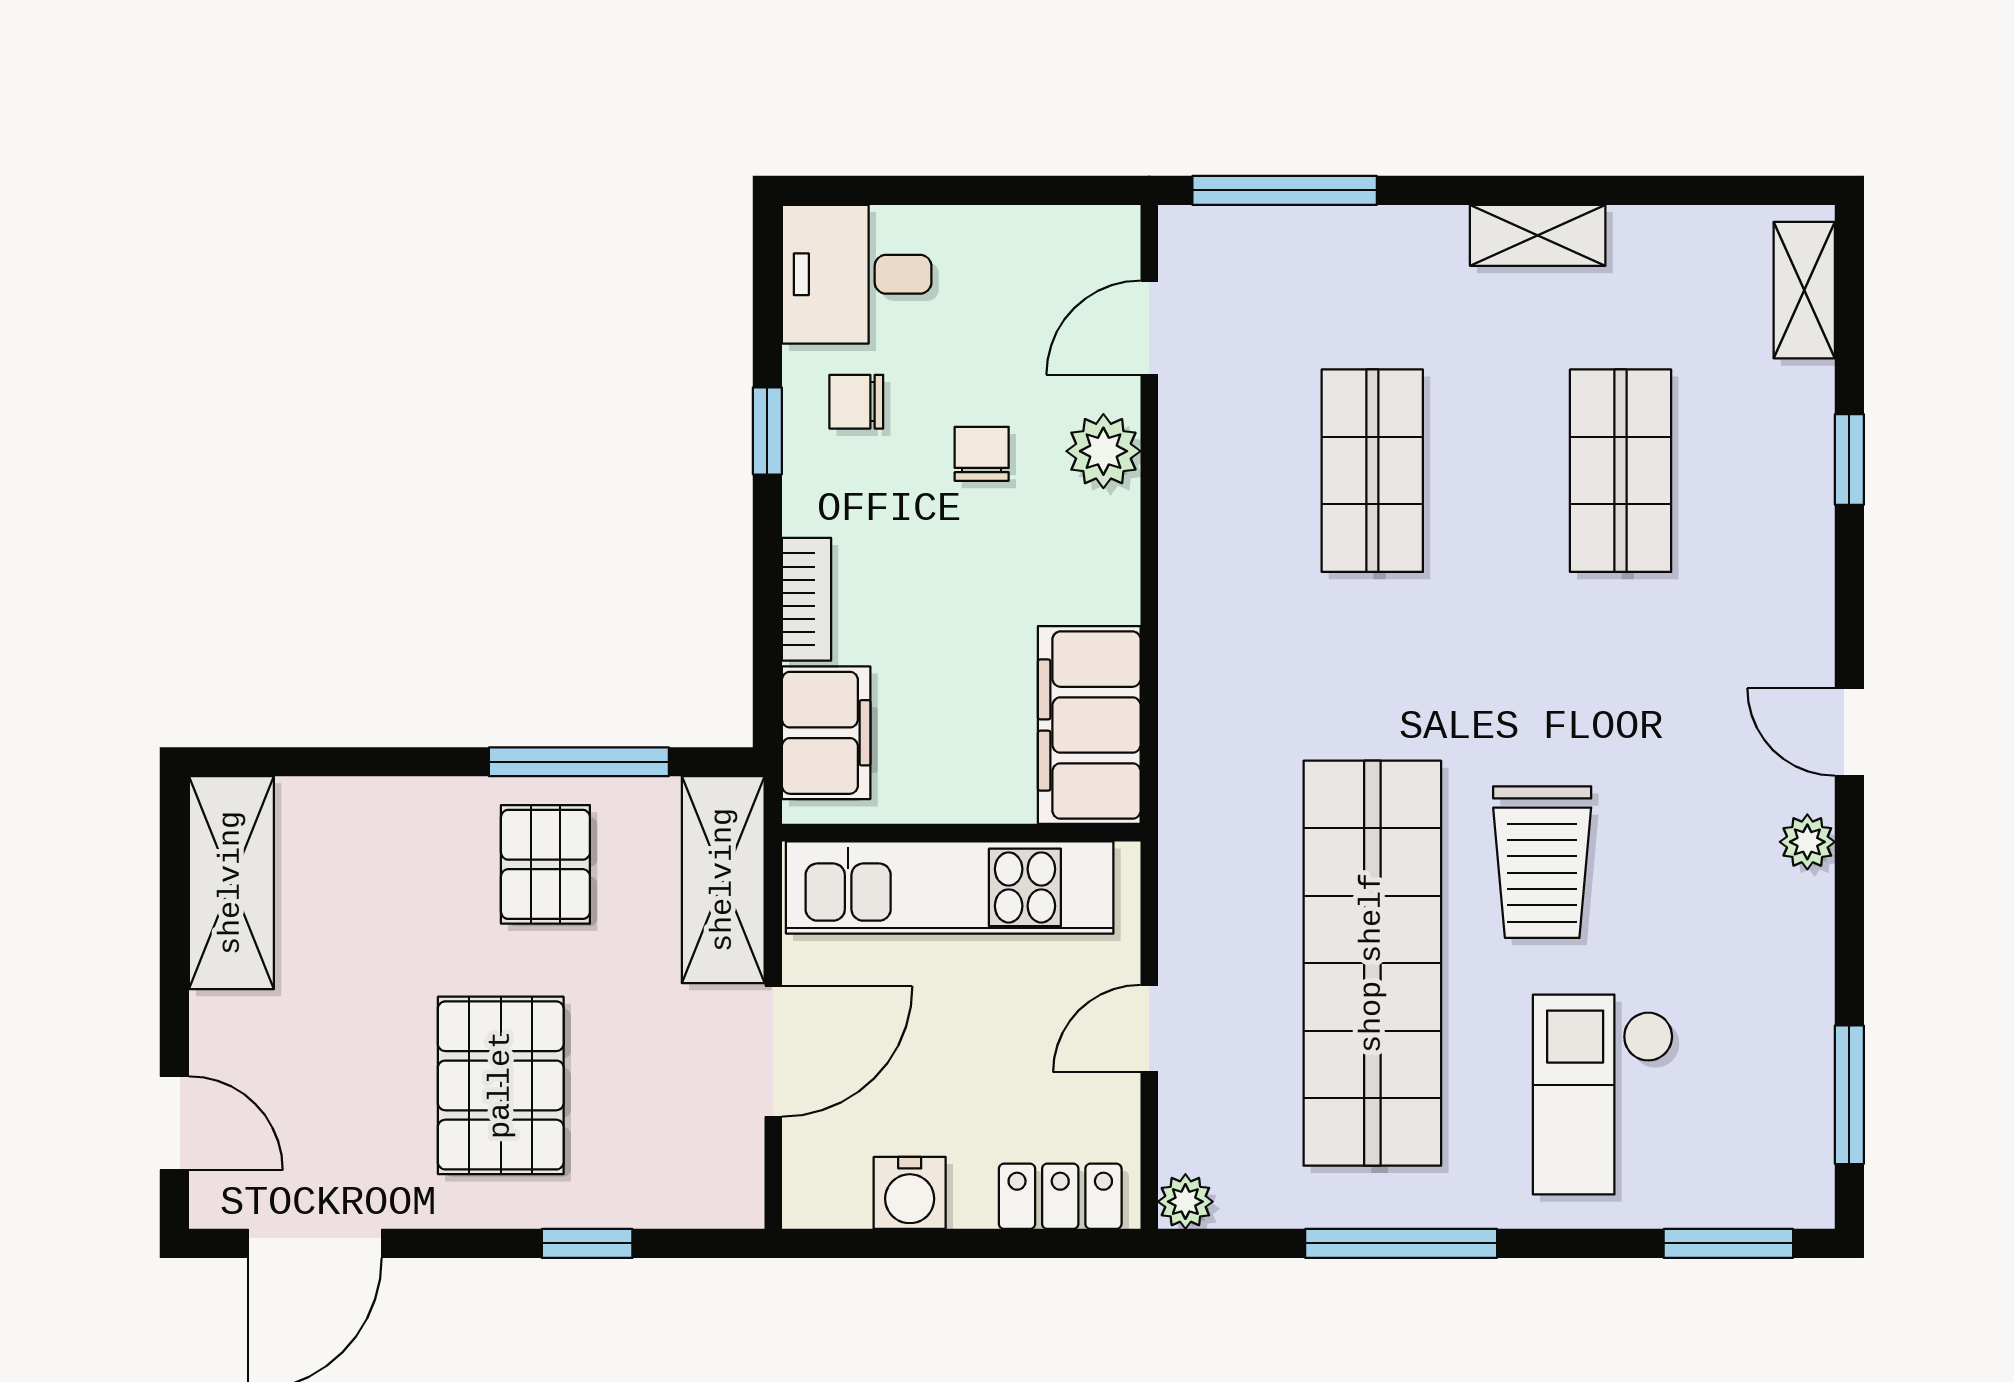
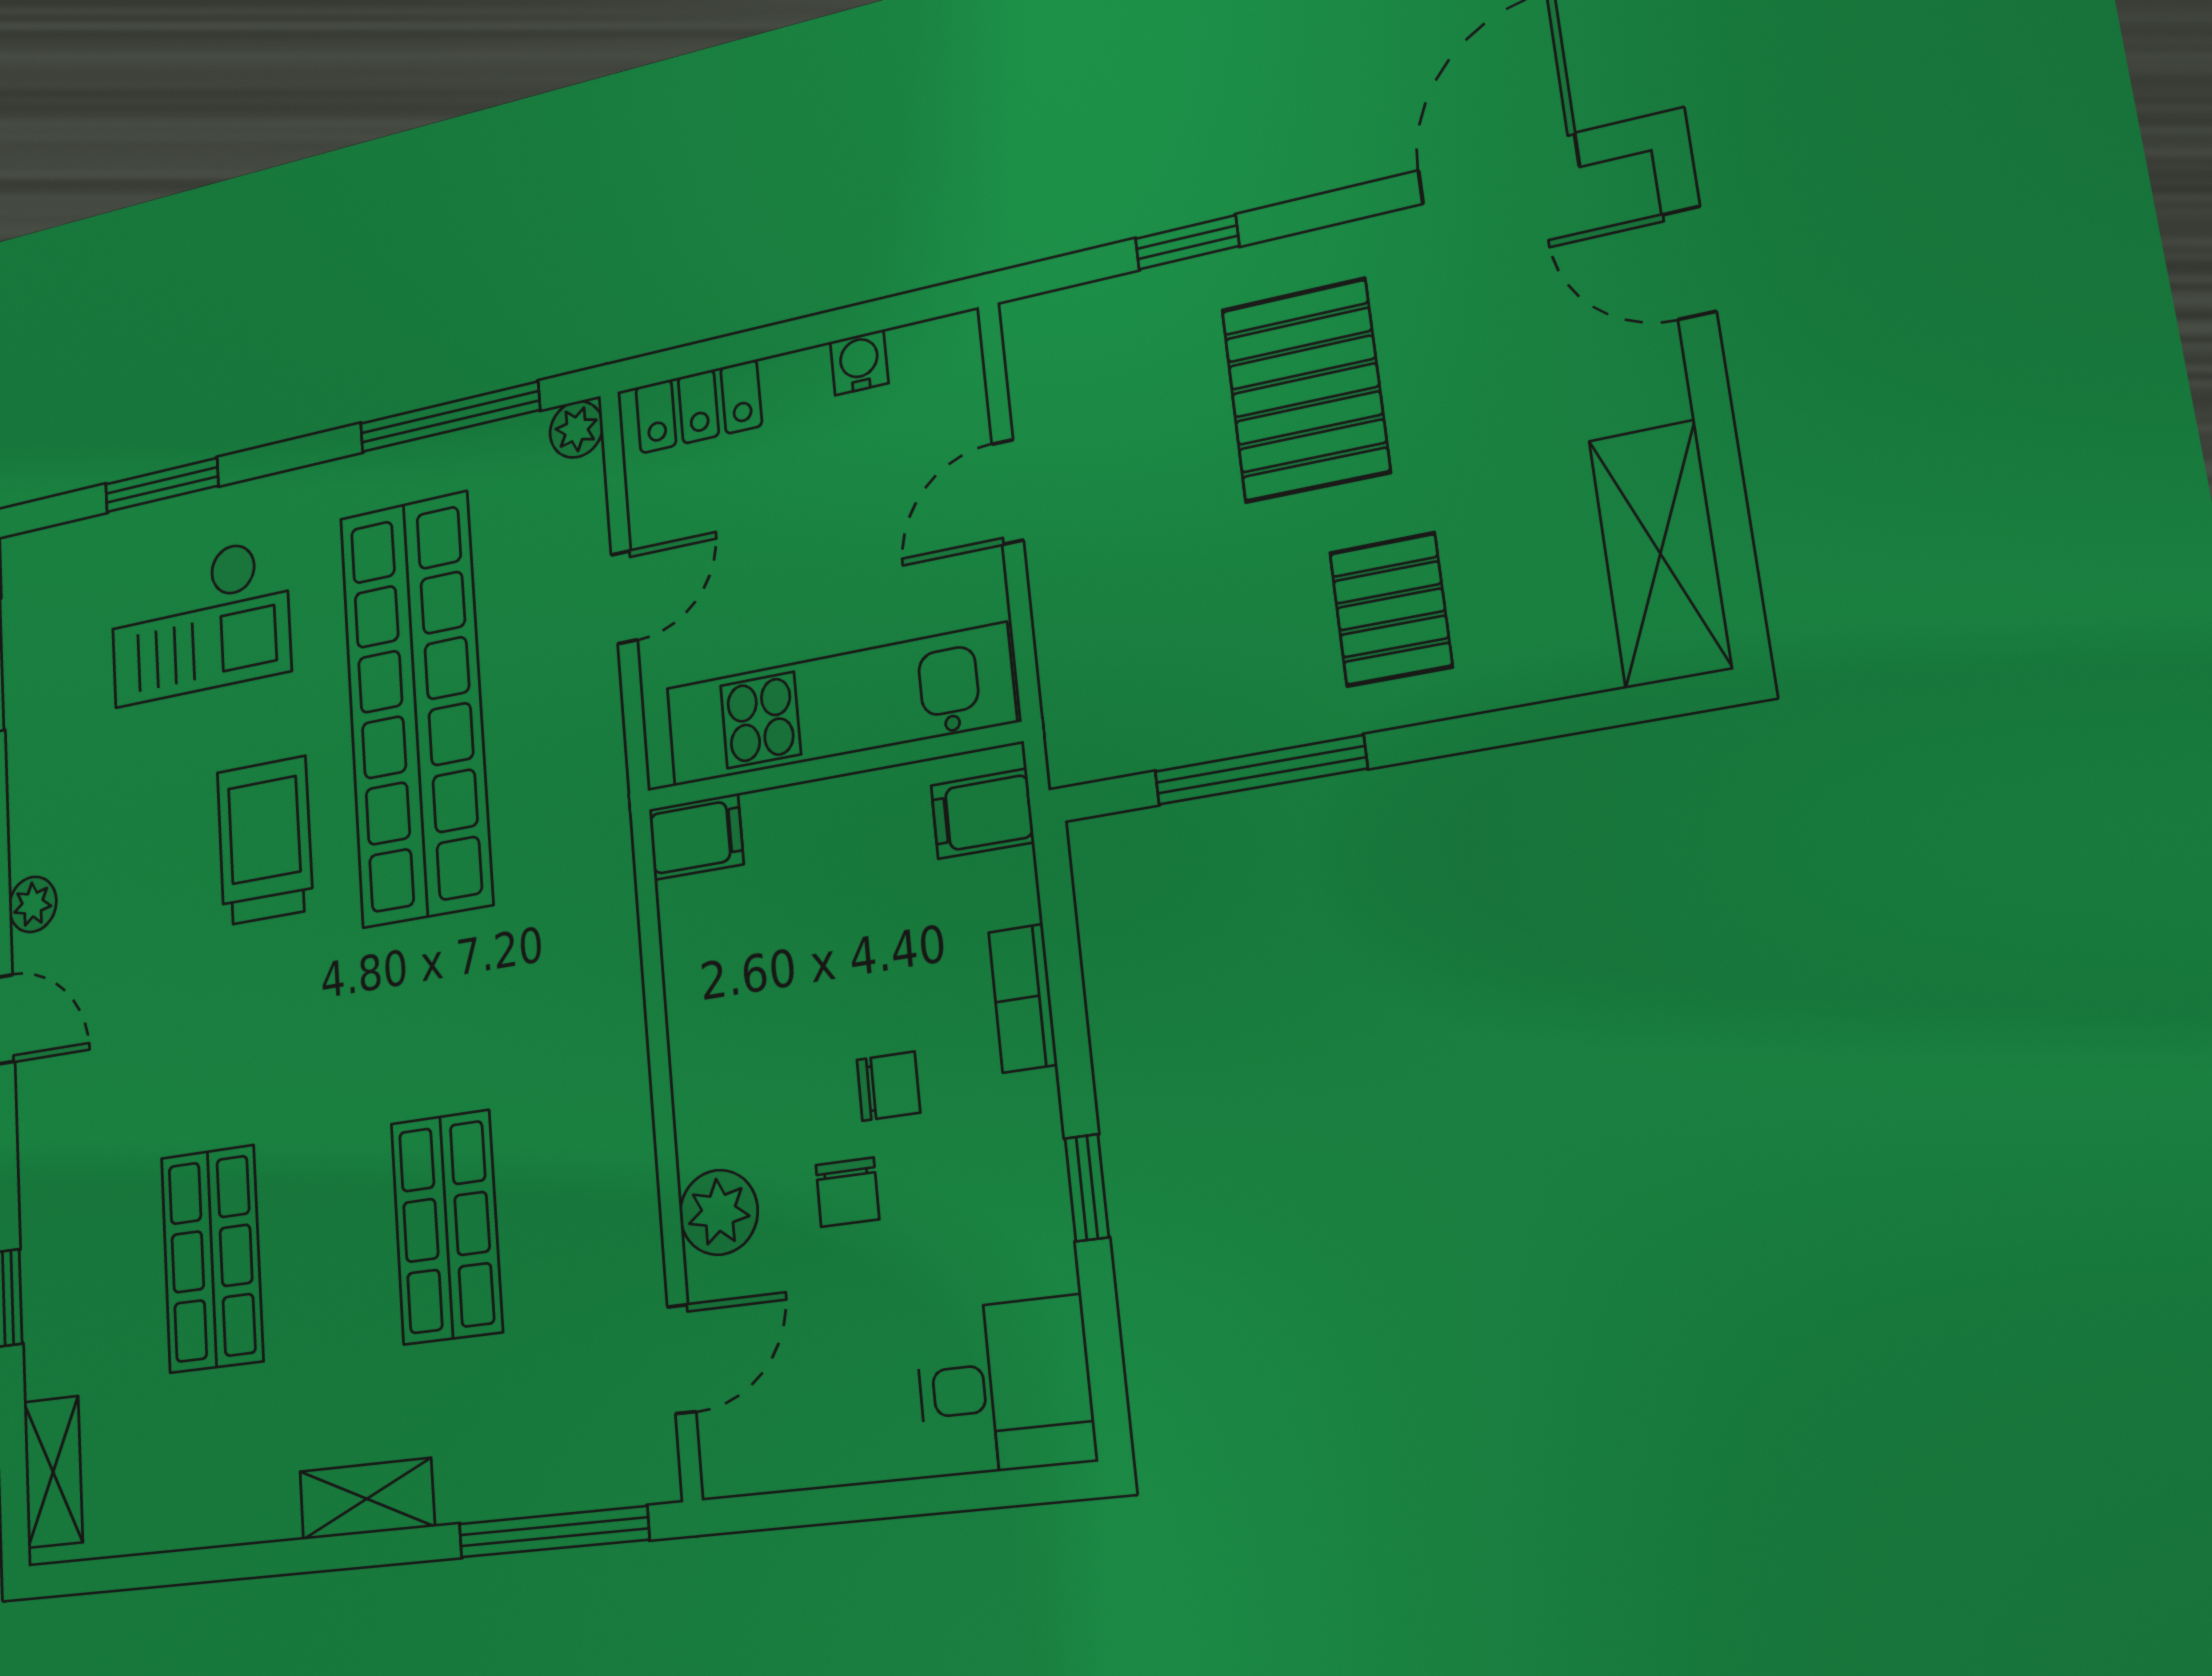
shelving: (1538, 235) -> (367, 1499), moved
chair: (856, 402) -> (888, 1086), moved
filing cabinet: (1089, 725) -> (696, 837), width x0.33, depth x0.86
filing cabinet: (826, 733) -> (982, 814), width x0.50
pallet: (545, 864) -> (1391, 609), moved
shelving: (723, 880) -> (1082, 667), removed
door: (773, 1051) -> (1008, 492), width x0.73
checkout: (1603, 1095) -> (200, 621), turned 90
water cooler: (910, 1193) -> (859, 362), width x0.72, depth x0.72
window: (1401, 1243) -> (449, 417), moved
window: (1728, 1243) -> (162, 485), moved

